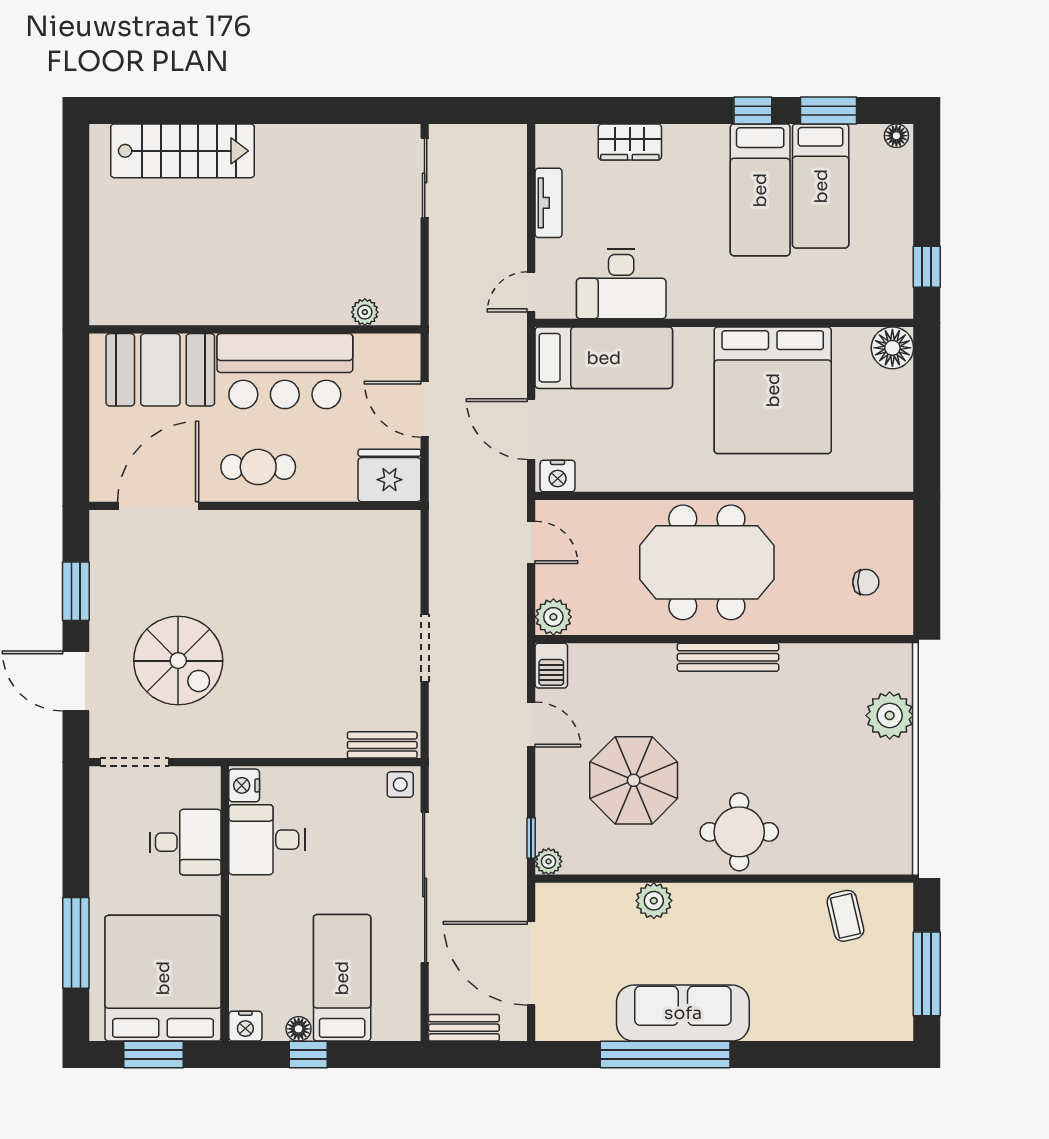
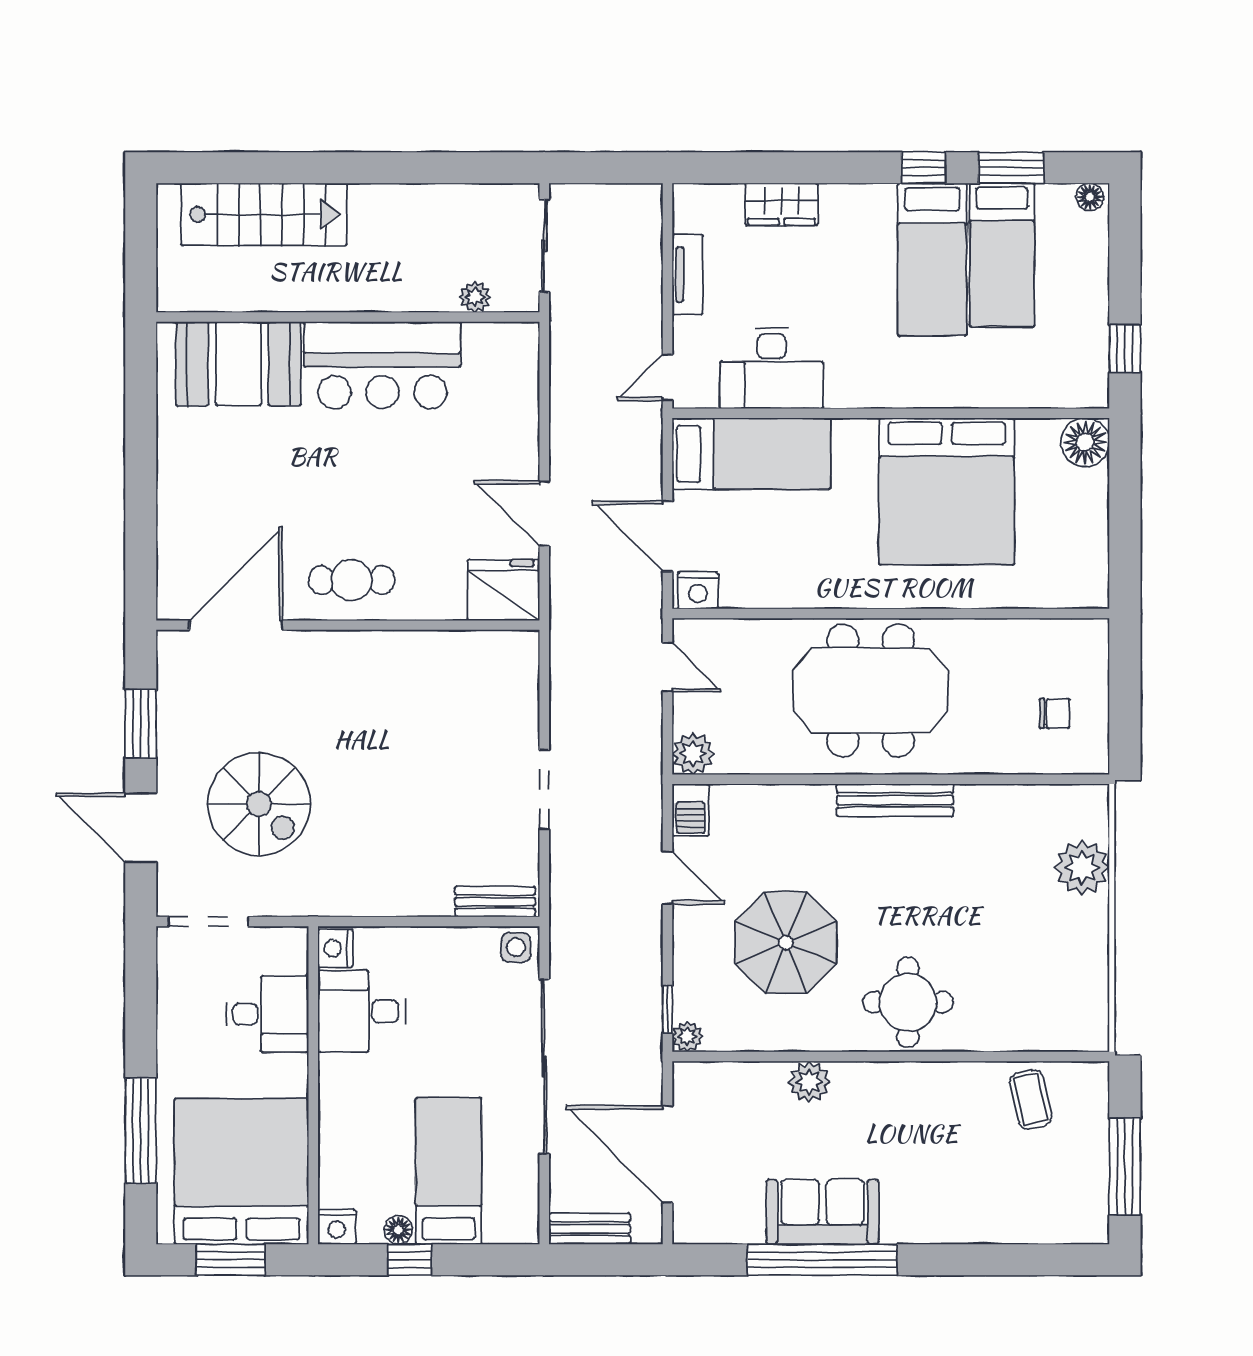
plant: (365, 312) -> (475, 297), moved
wall: (255, 329) -> (348, 317), moved
booth: (160, 370) -> (238, 364), moved
bar counter: (285, 371) -> (382, 365), moved
sofa: (683, 1013) -> (823, 1212), width x0.73

